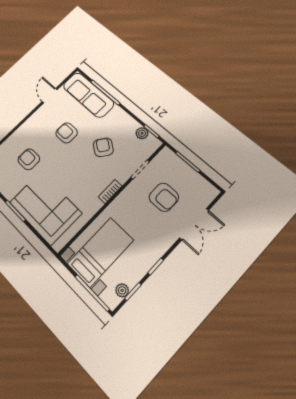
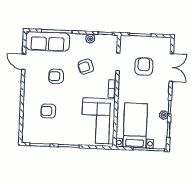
plant: (142, 133) -> (90, 39), moved
armchair: (103, 147) -> (86, 67), turned -56
armchair: (164, 197) -> (144, 66), turned -90
corner sofa: (45, 208) -> (98, 121), moved, turned -90
plant: (122, 290) -> (164, 115), moved

